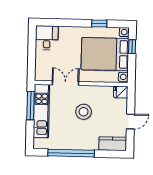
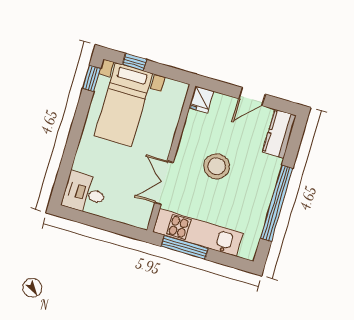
window: (99, 23) -> (92, 78), moved
bed with nightstands: (105, 54) -> (124, 105), width x0.73
door: (130, 122) -> (252, 96), swing flipped

